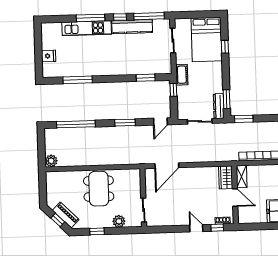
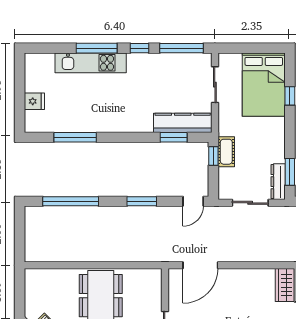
kitchen counter: (132, 27) -> (183, 123), moved, turned 180
cot: (182, 75) -> (226, 152), moved
plant: (51, 161) -> (33, 253), removed

